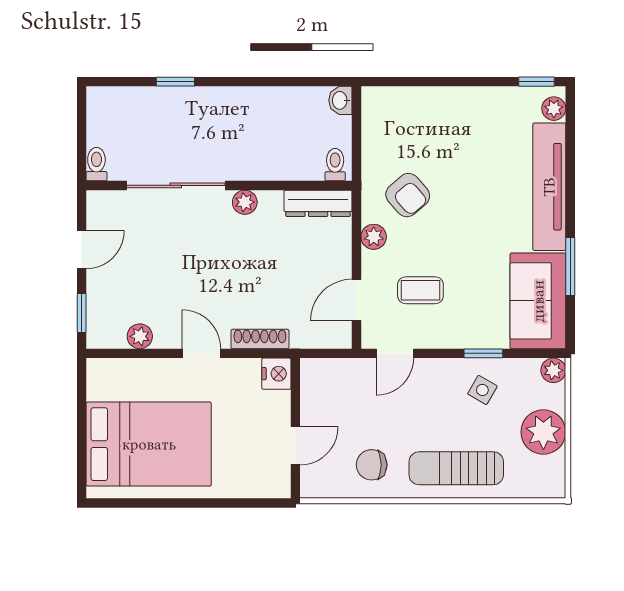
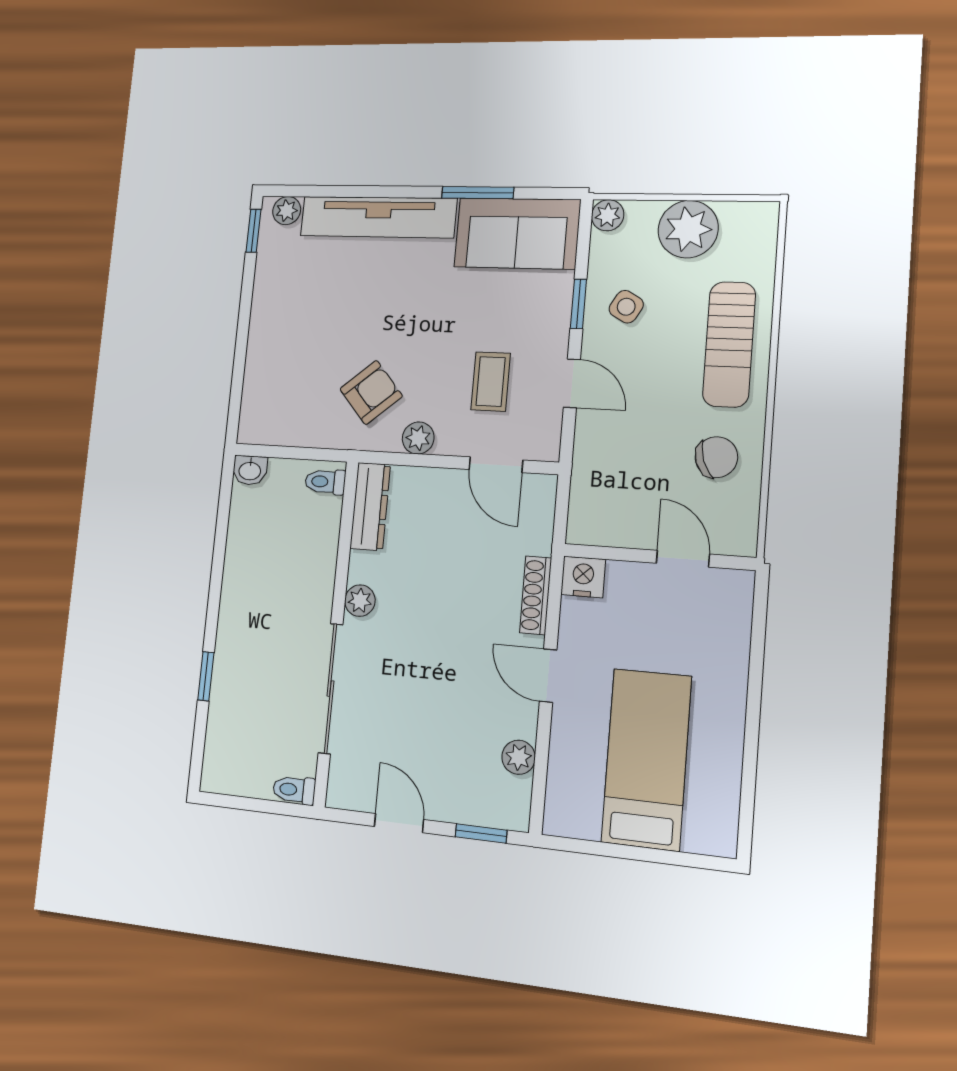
door: (201, 353) -> (548, 676), hinge flipped
door: (395, 353) -> (572, 383), moved
bed: (149, 444) -> (646, 759), width x0.67
chair: (372, 465) -> (716, 457), turned -109

